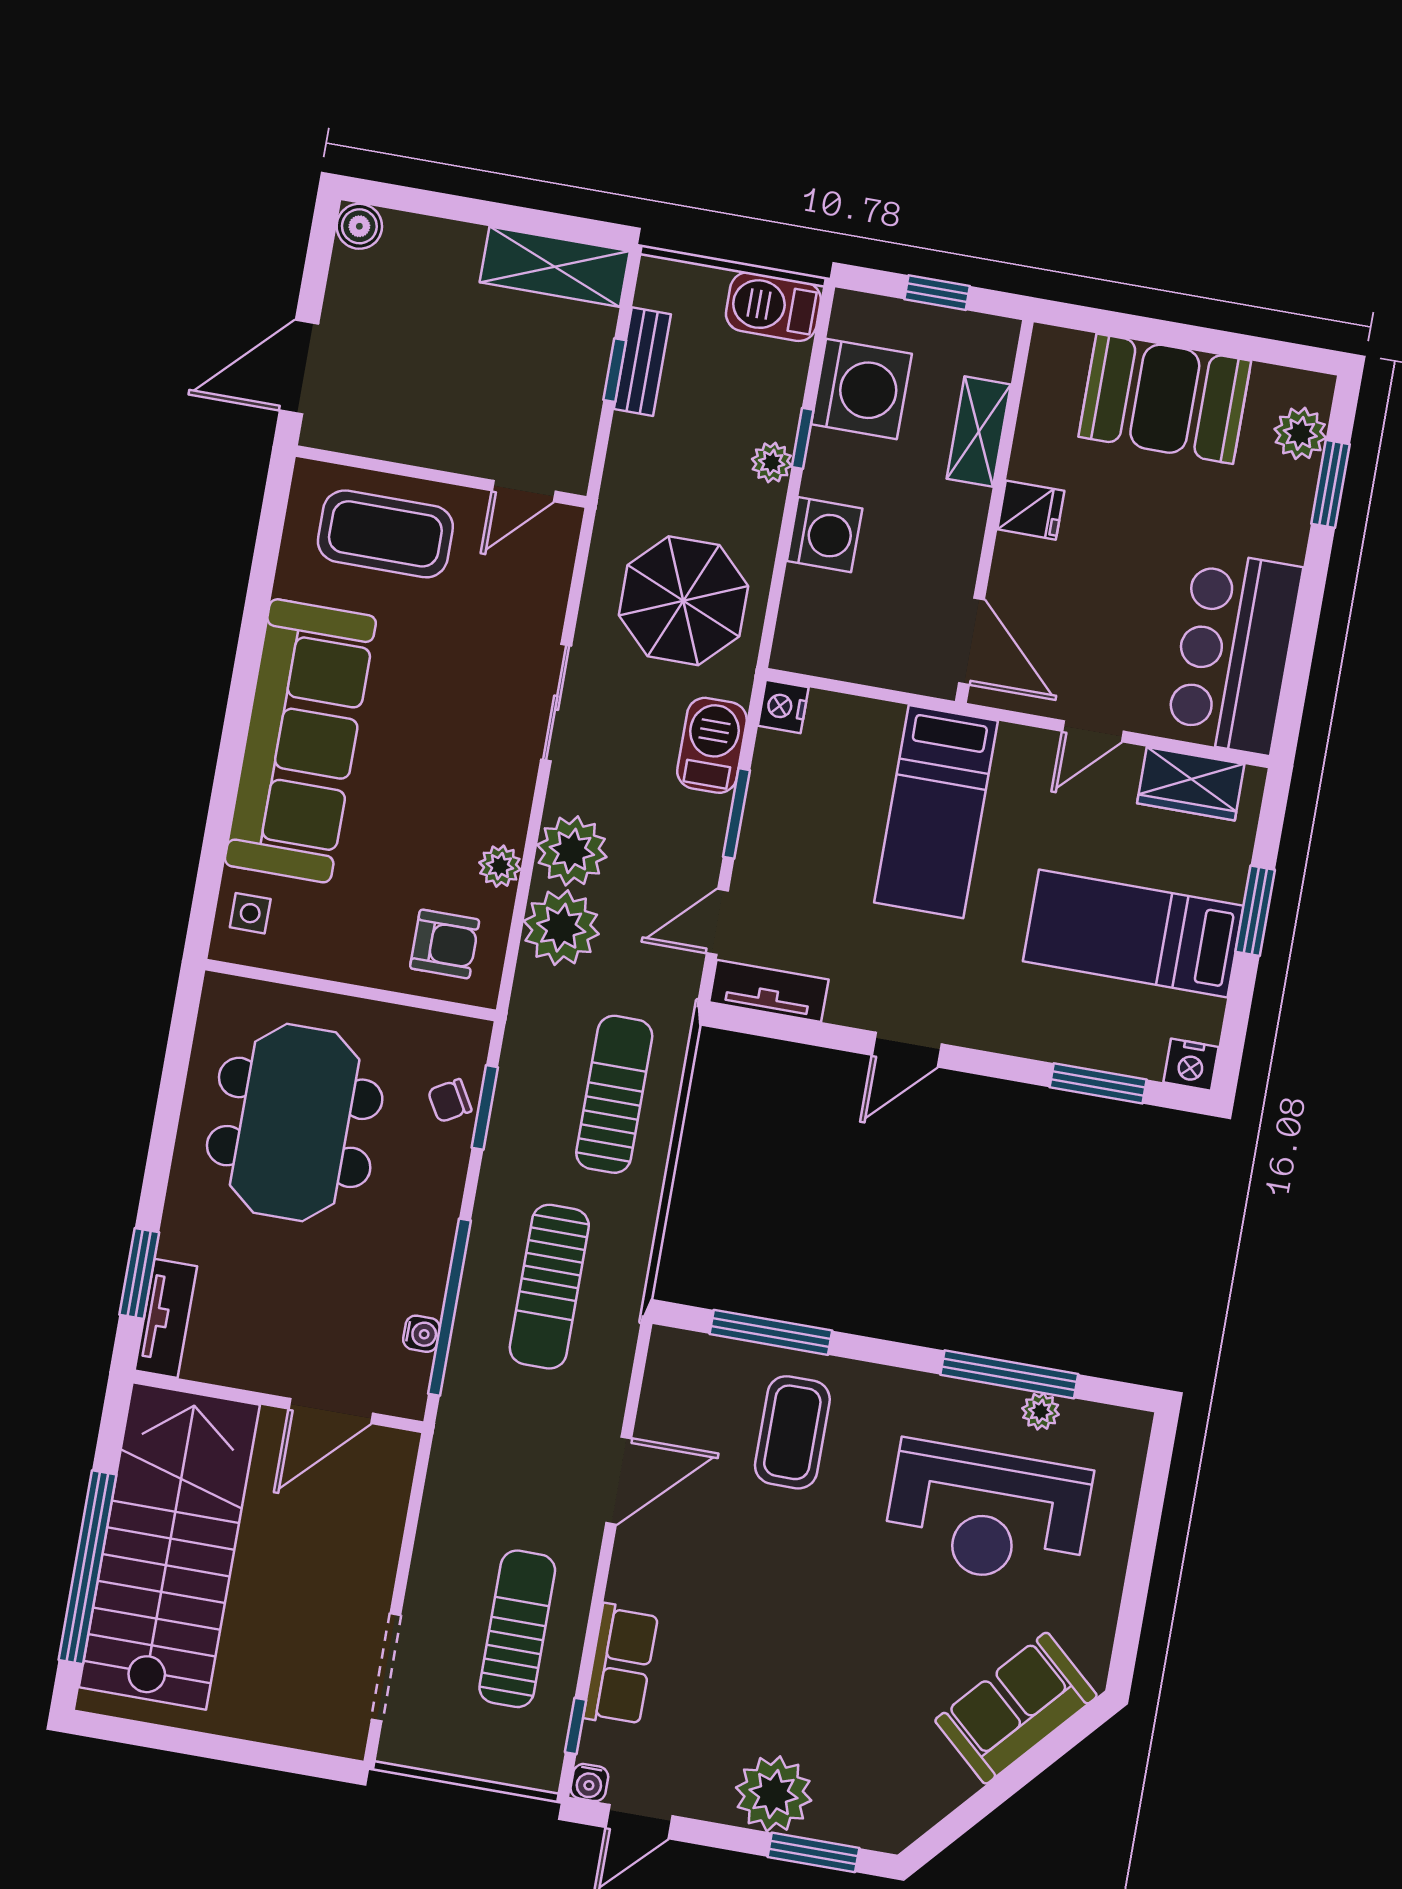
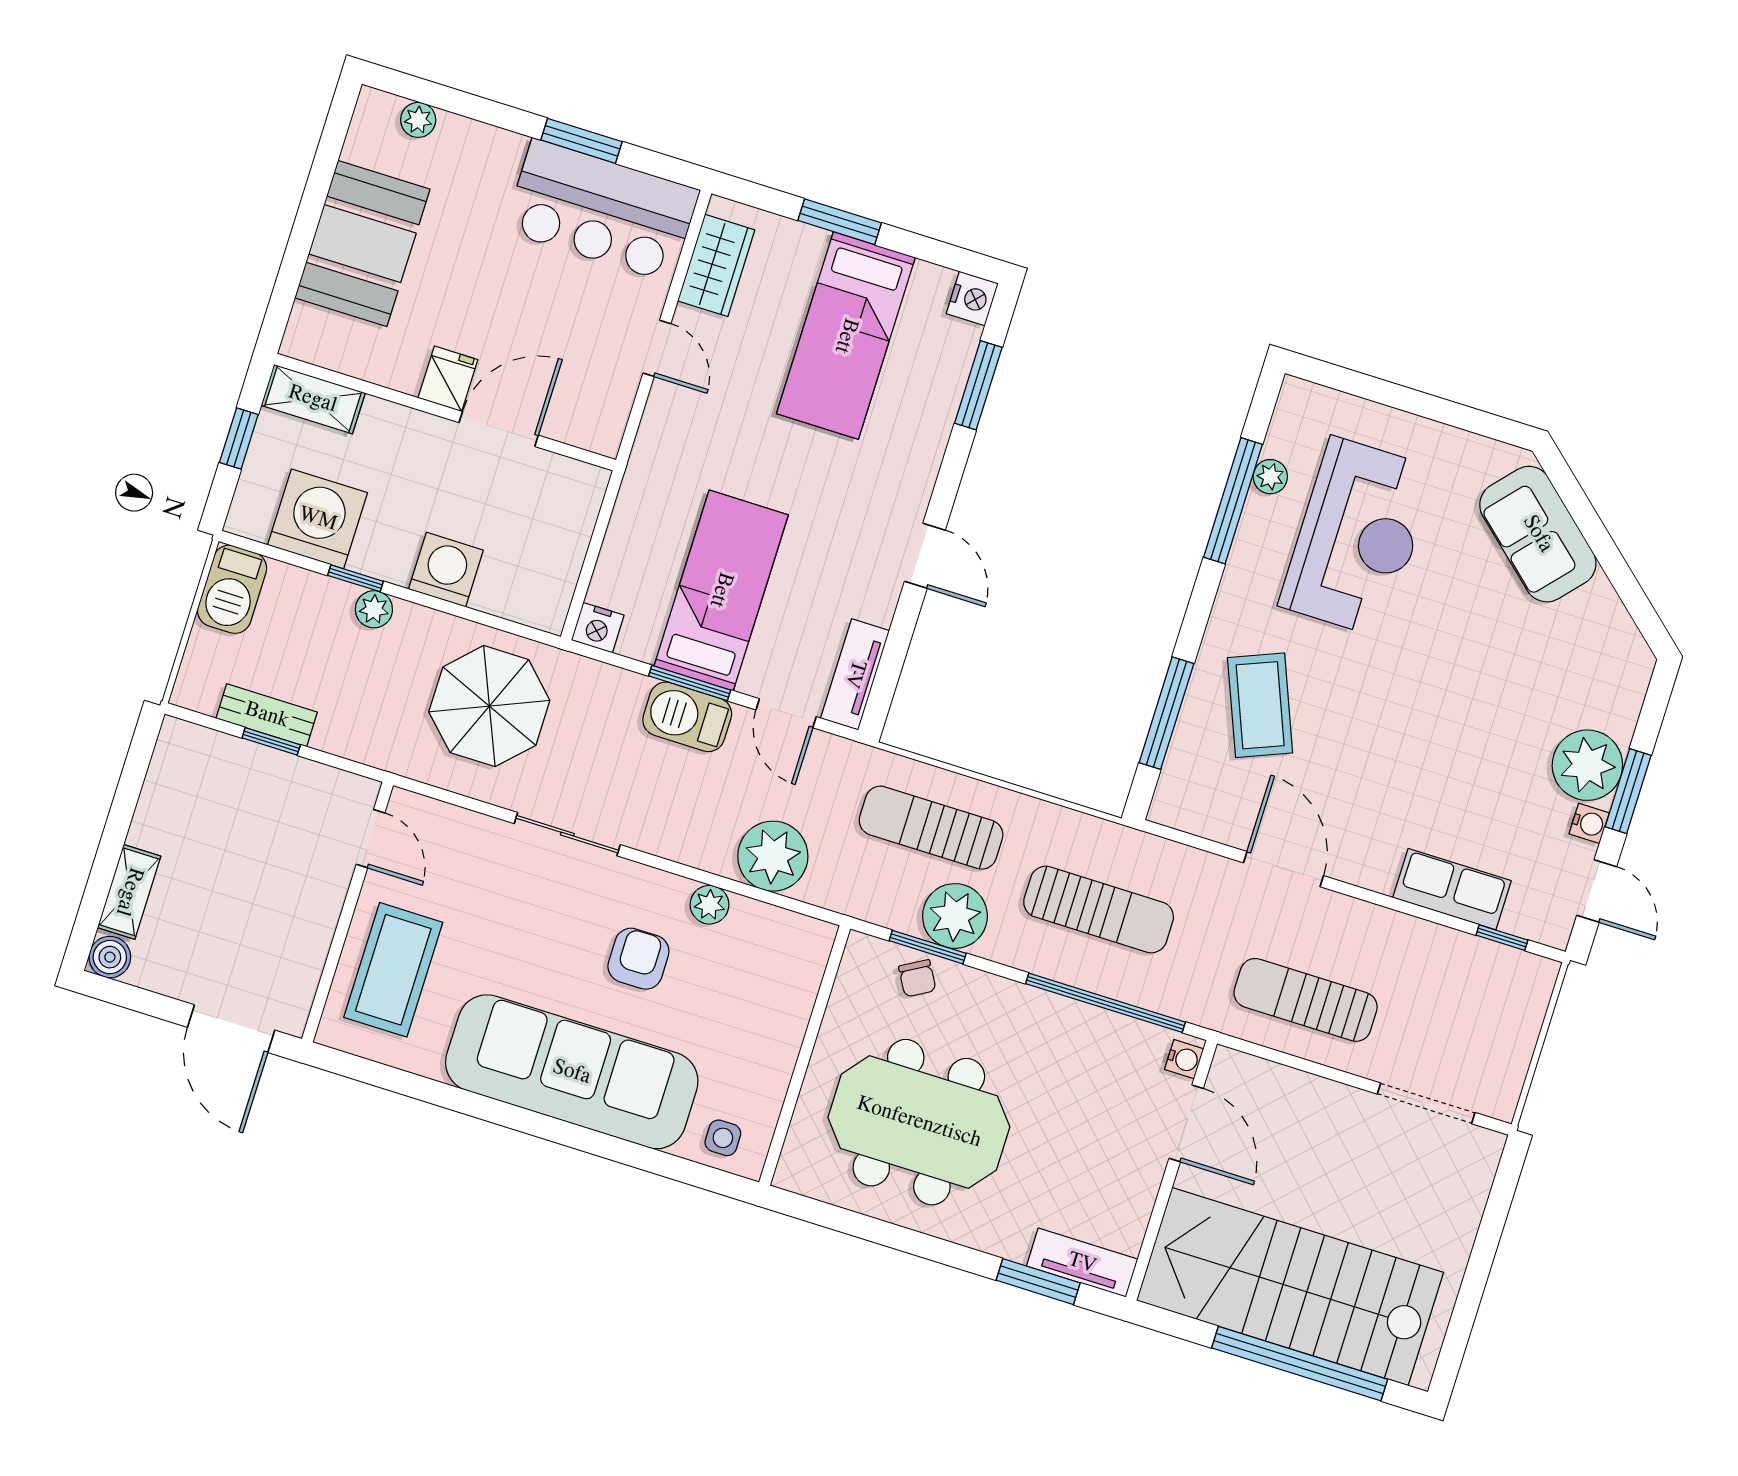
shelving: (555, 267) -> (129, 892), moved, width x0.67, depth x0.75
shelving: (979, 432) -> (313, 399), moved
plant: (1300, 433) -> (418, 120), width x0.73, depth x0.73
window: (1330, 484) -> (582, 141), moved
door: (972, 641) -> (499, 429), moved
barbecue: (712, 745) -> (687, 717), moved
bed: (936, 812) -> (721, 590), moved, turned -90
plant: (572, 851) -> (955, 916), moved
armchair: (445, 944) -> (638, 959), moved
water cooler: (421, 1334) -> (1184, 1059), moved, turned 90
coffee table: (792, 1432) -> (1260, 705), turned 68
sun lounger: (517, 1629) -> (1306, 1000), moved
water cooler: (589, 1783) -> (1589, 823), moved
window: (813, 1852) -> (1628, 791), moved

